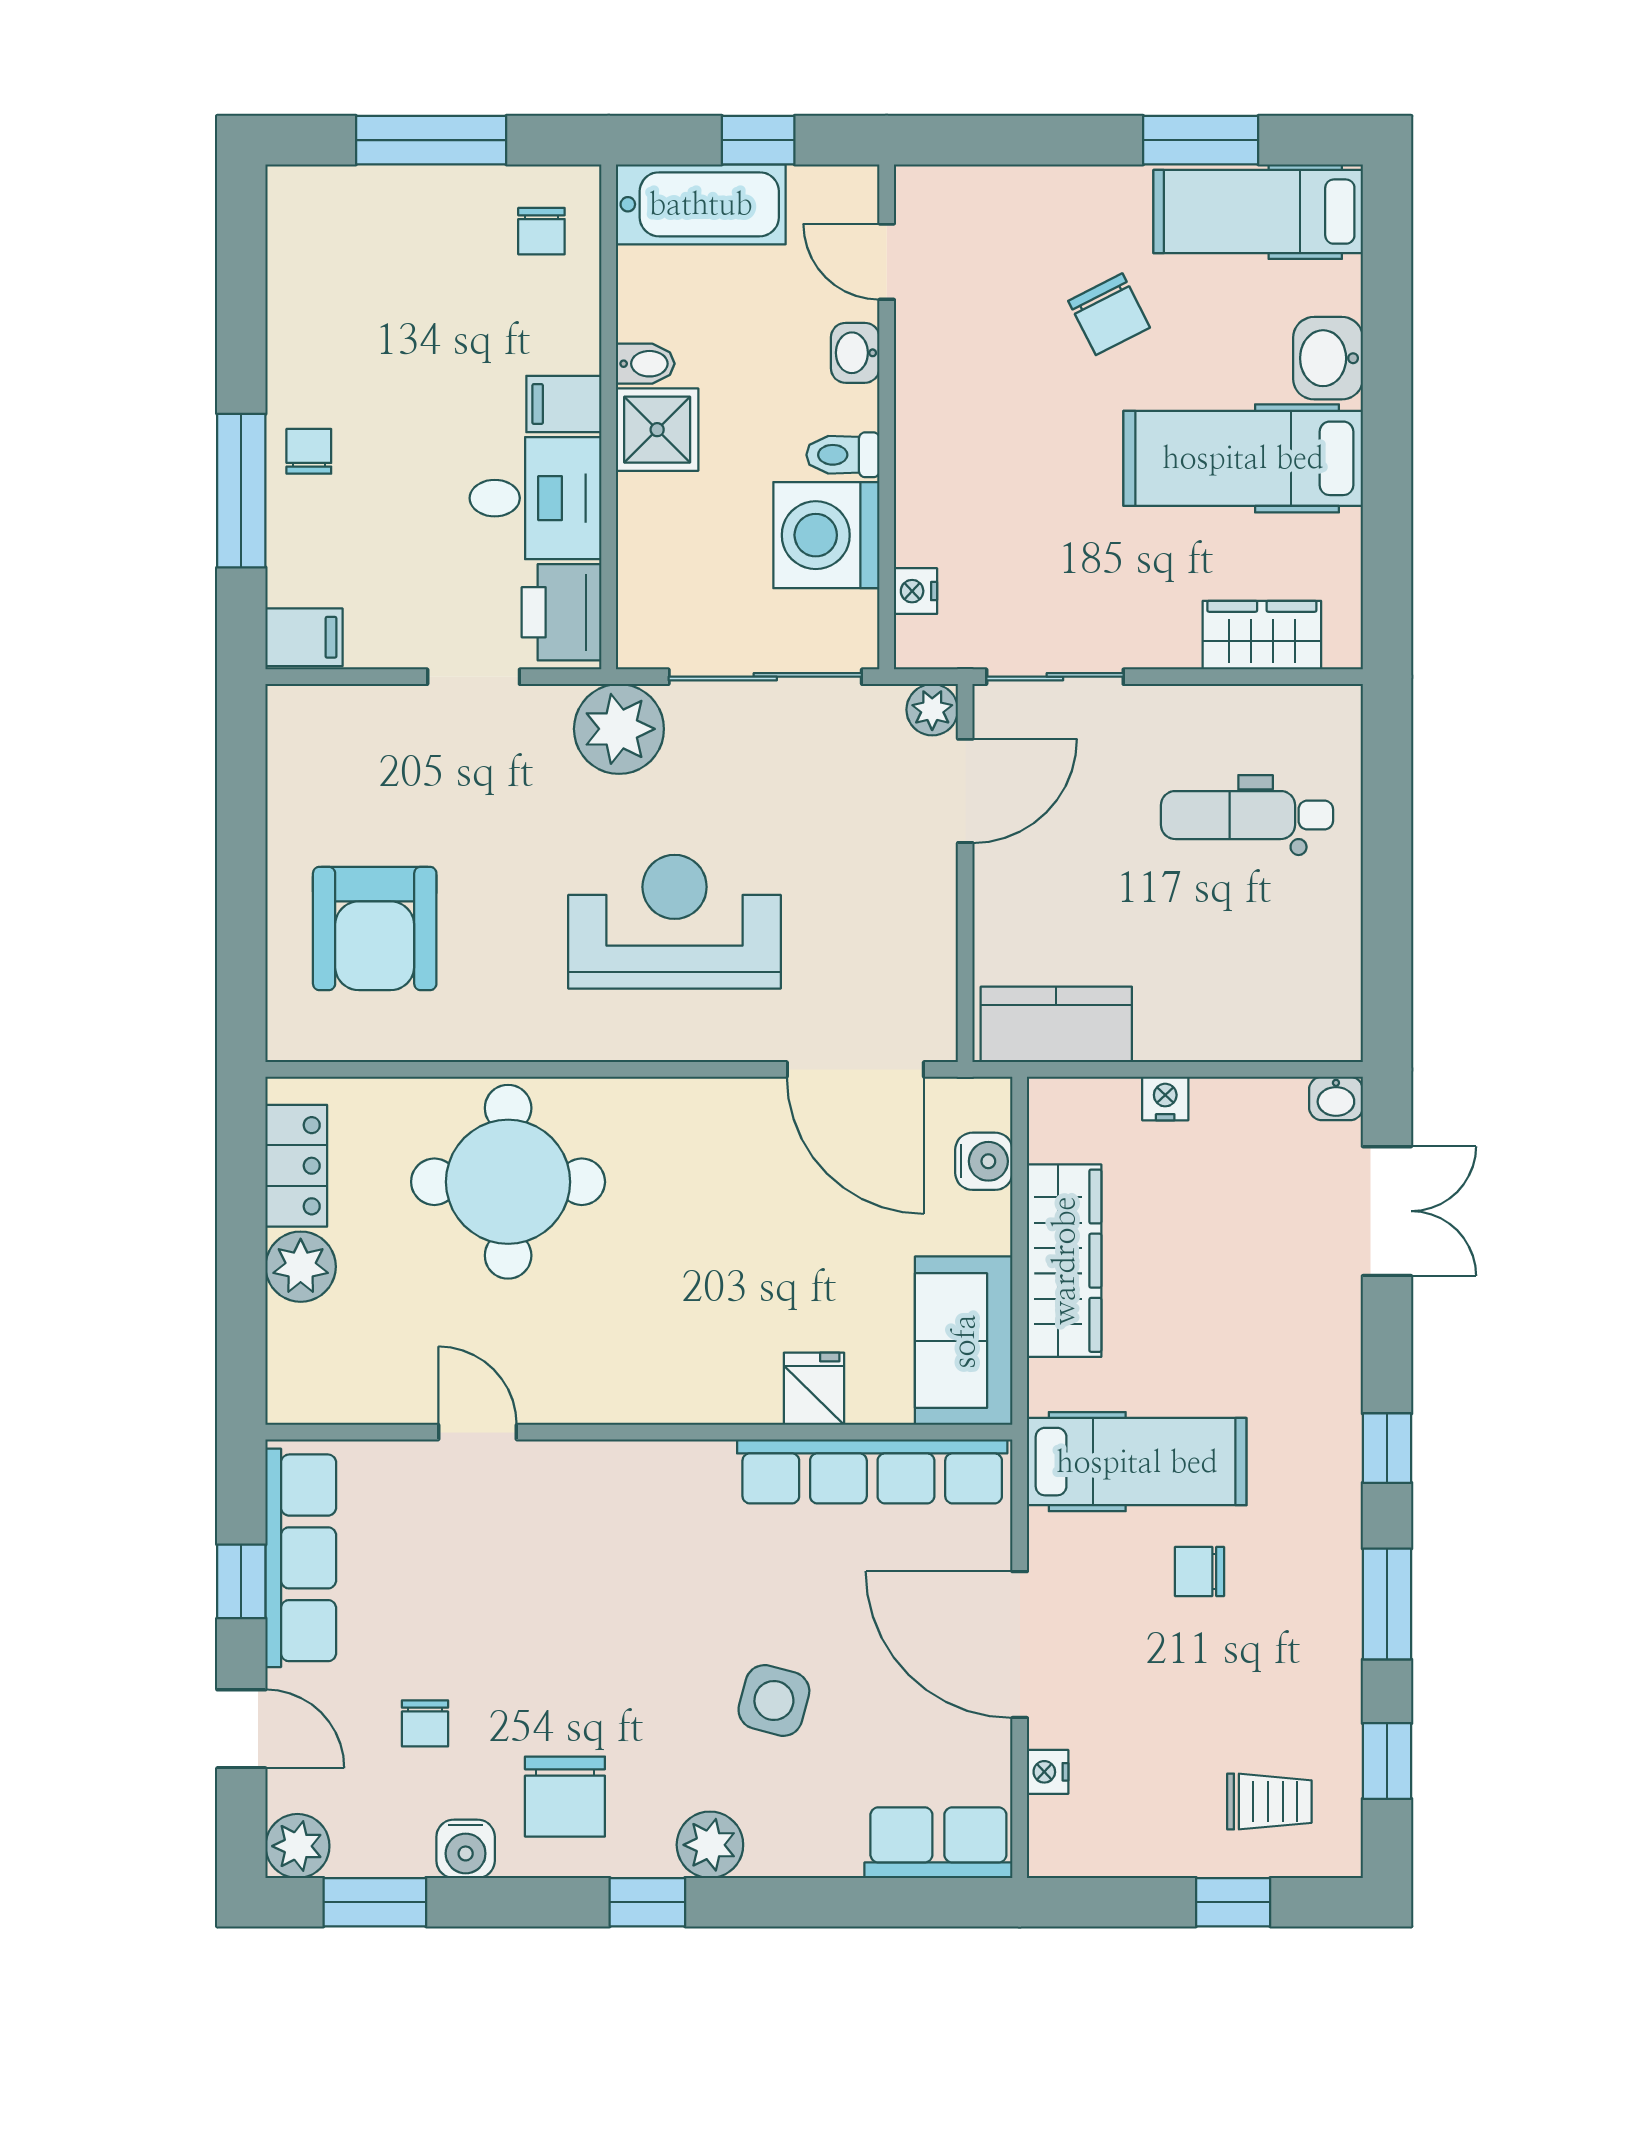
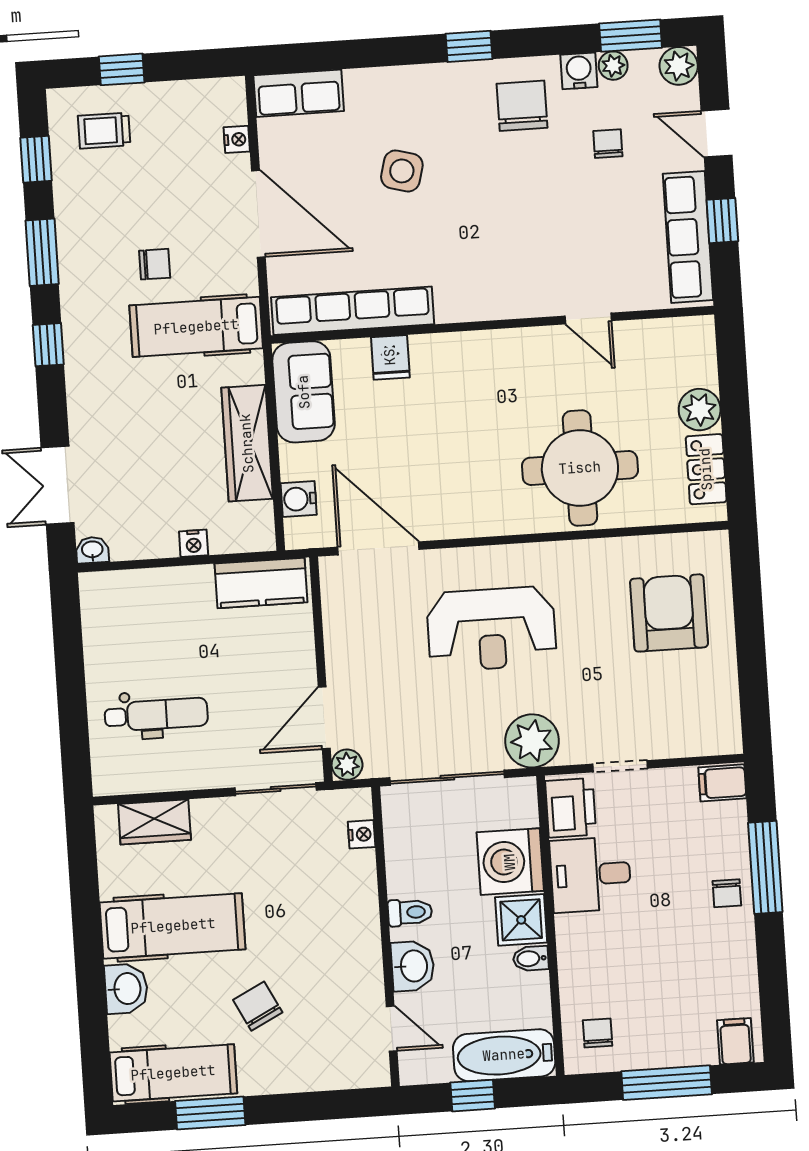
washbasin: (855, 353) -> (413, 966), width x1.38, depth x1.45
filing cabinet: (564, 404) -> (735, 1041), moved, turned -90
washing machine: (826, 535) -> (510, 862), moved, turned 180
plant: (710, 1845) -> (613, 66), moved, width x0.73, depth x0.73

